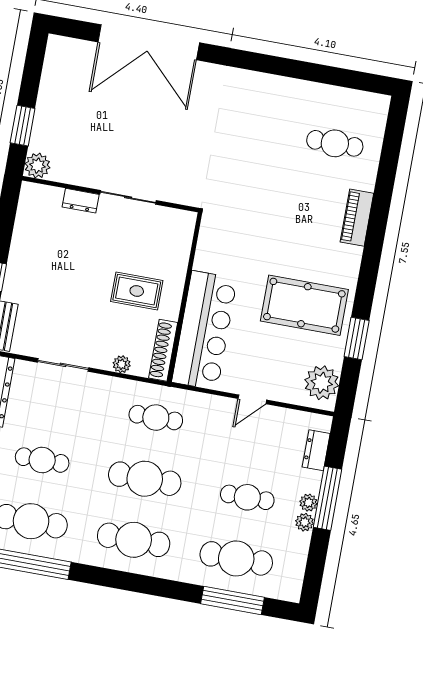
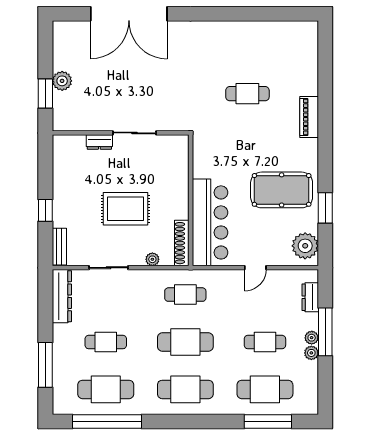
cafe table: (335, 143) -> (247, 94), moved
plant: (37, 166) -> (62, 81), moved
rug: (137, 291) -> (125, 209), moved, width x1.36, depth x1.43

